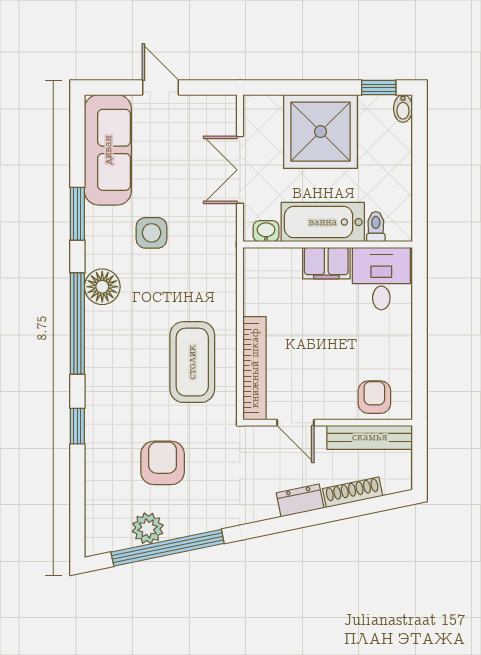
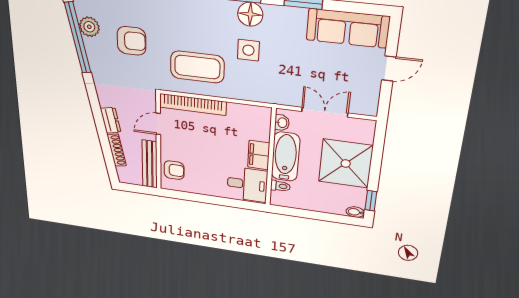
side table: (152, 233) -> (248, 50), moved

